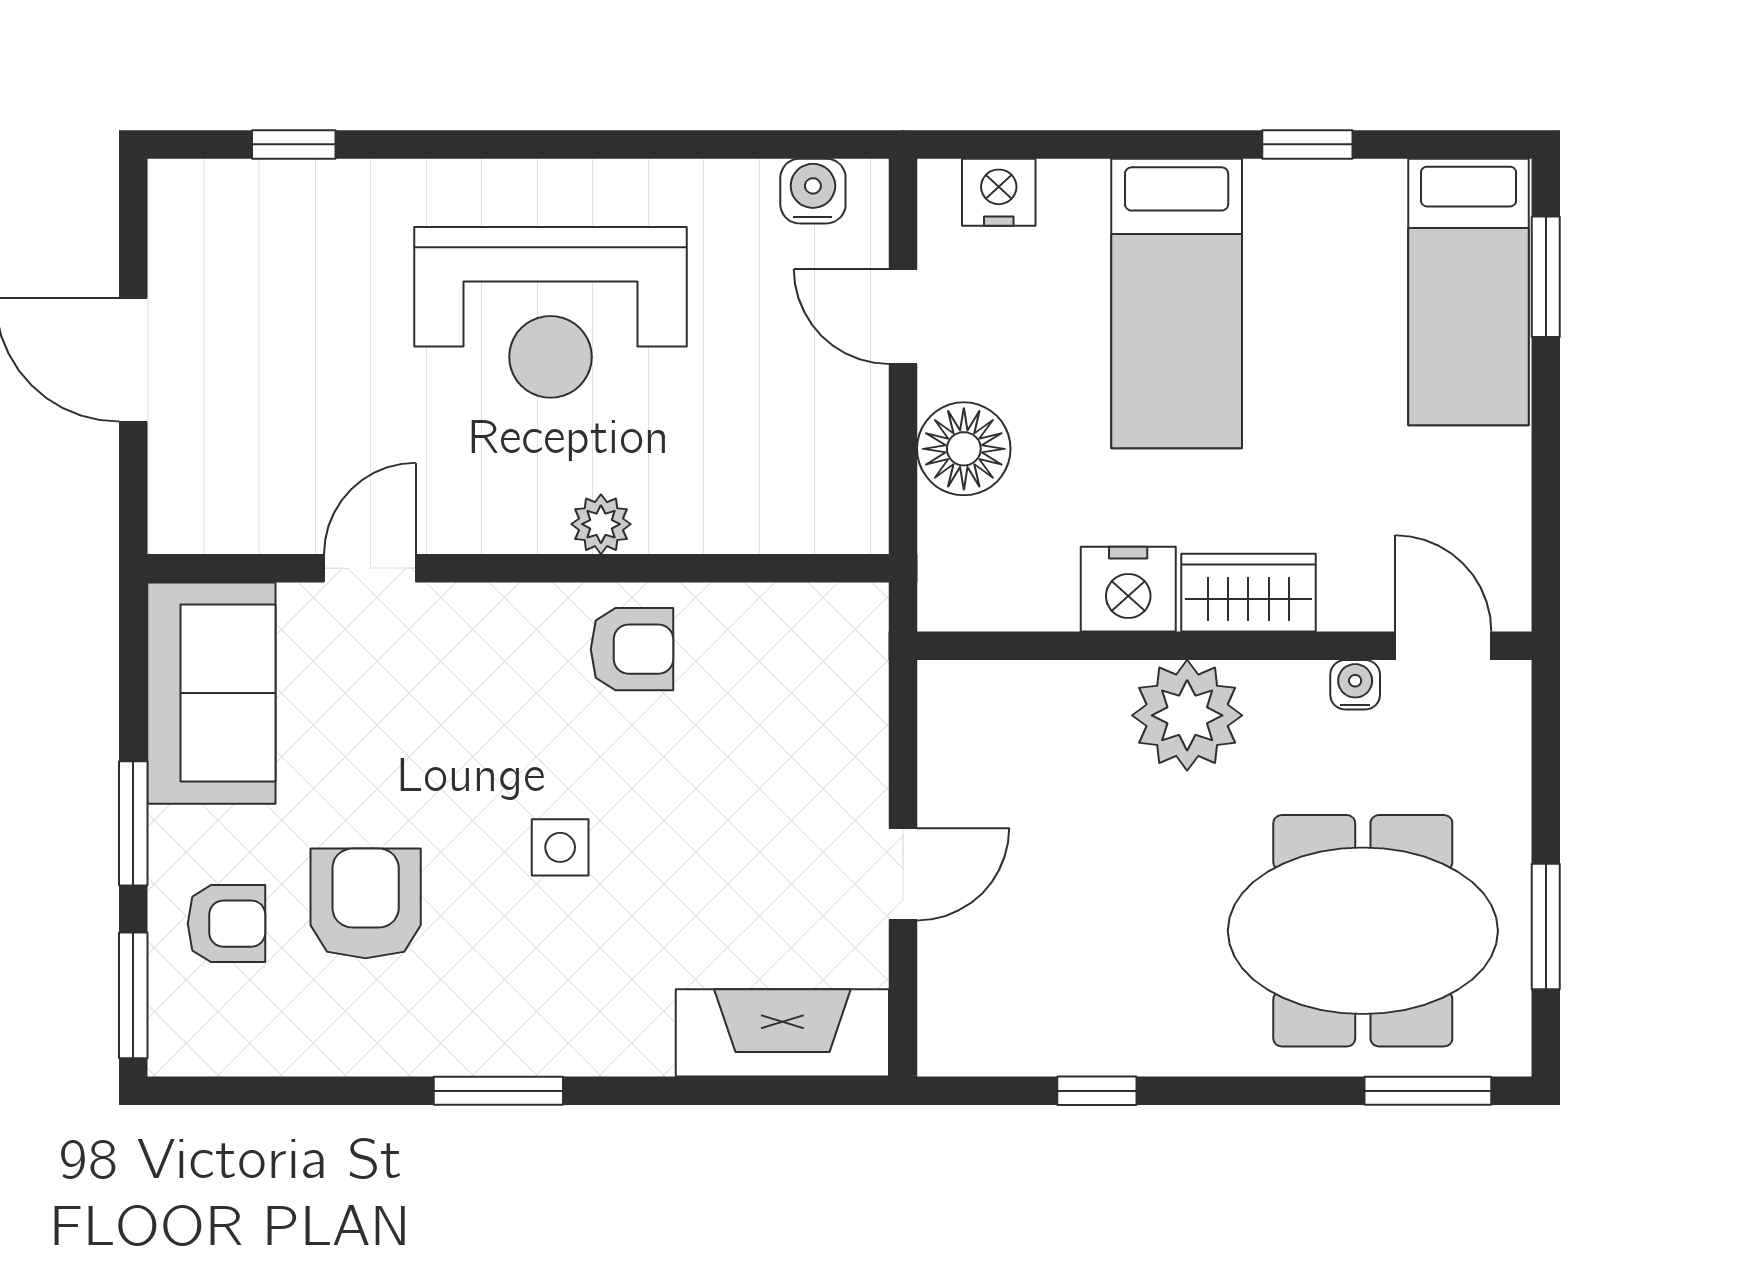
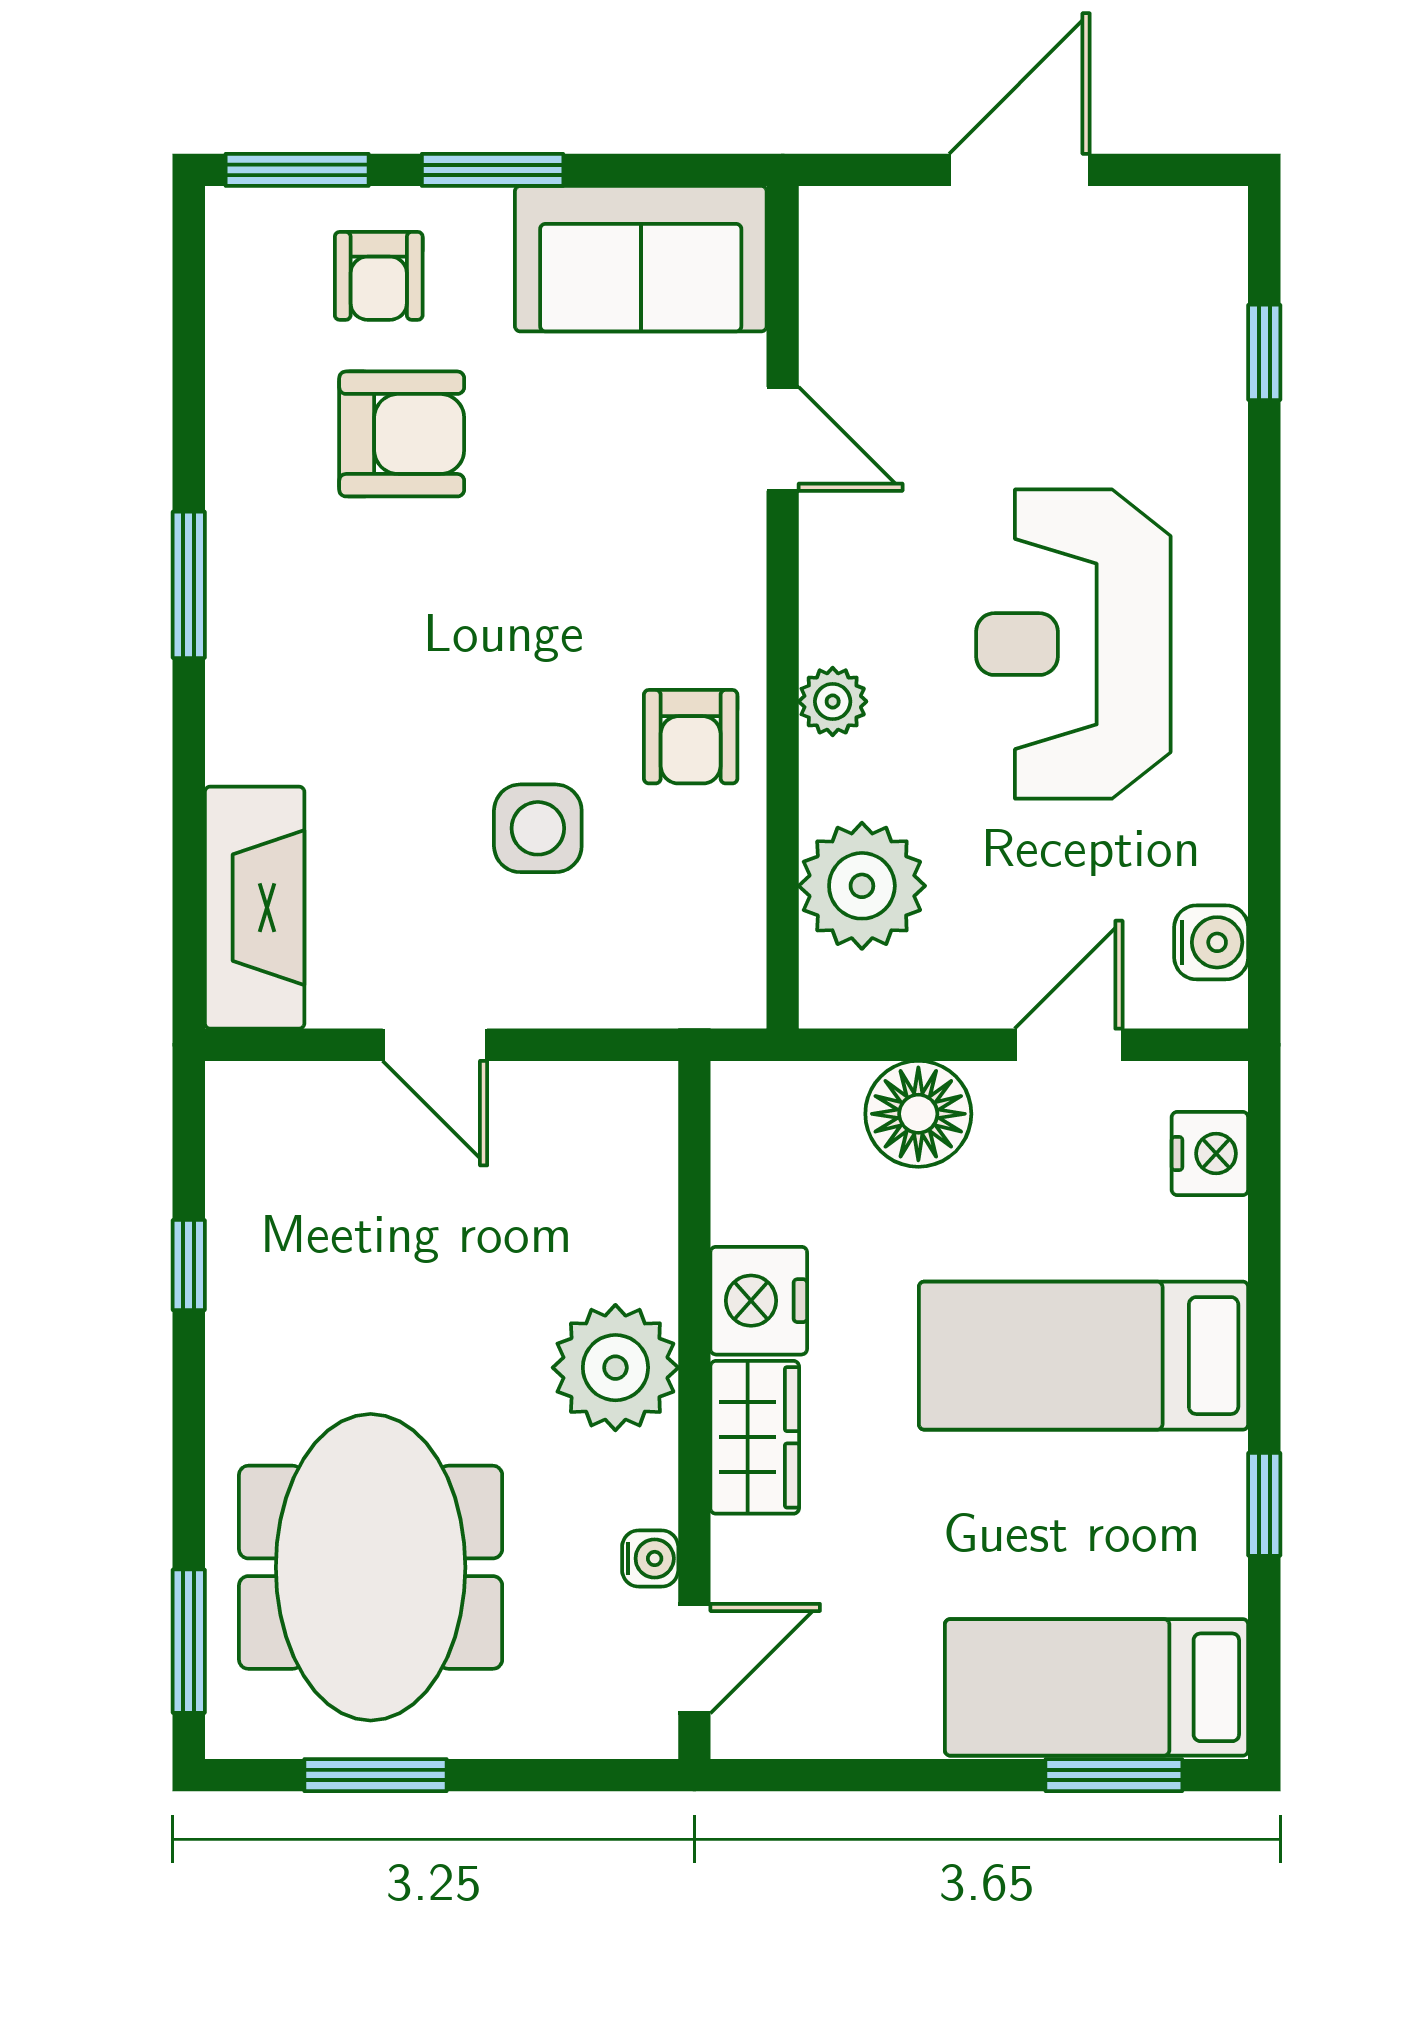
plant: (763, 498) -> (862, 886), added
side table: (560, 847) -> (538, 828), moved, width x1.37, depth x1.37

